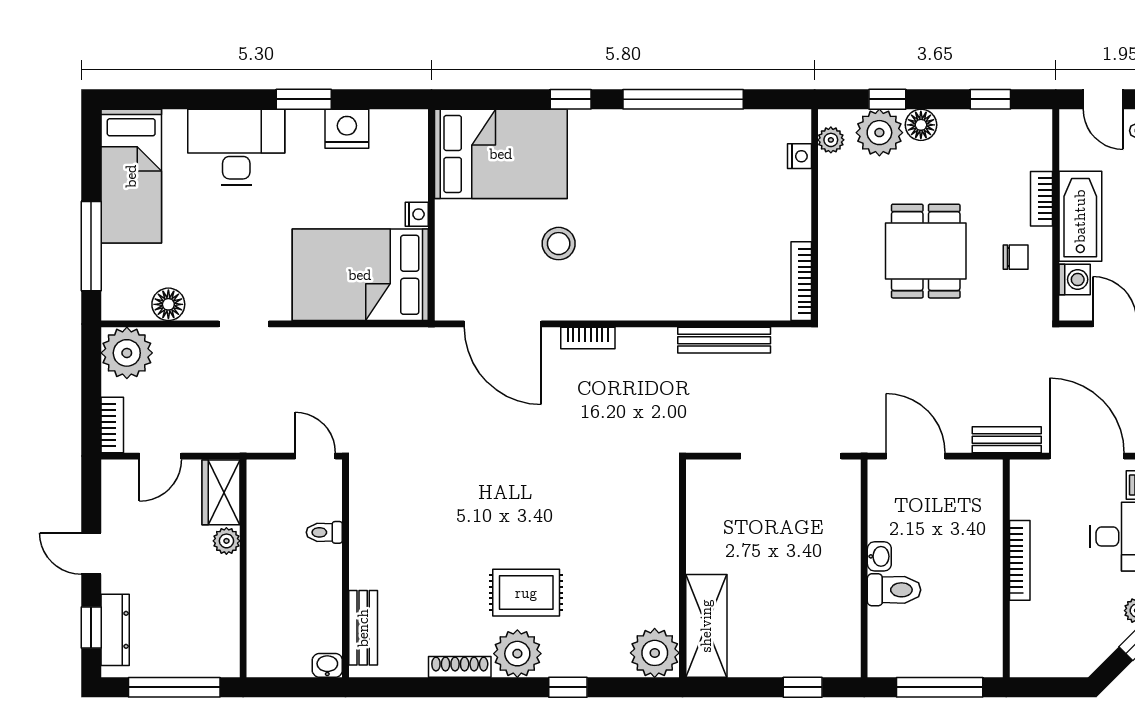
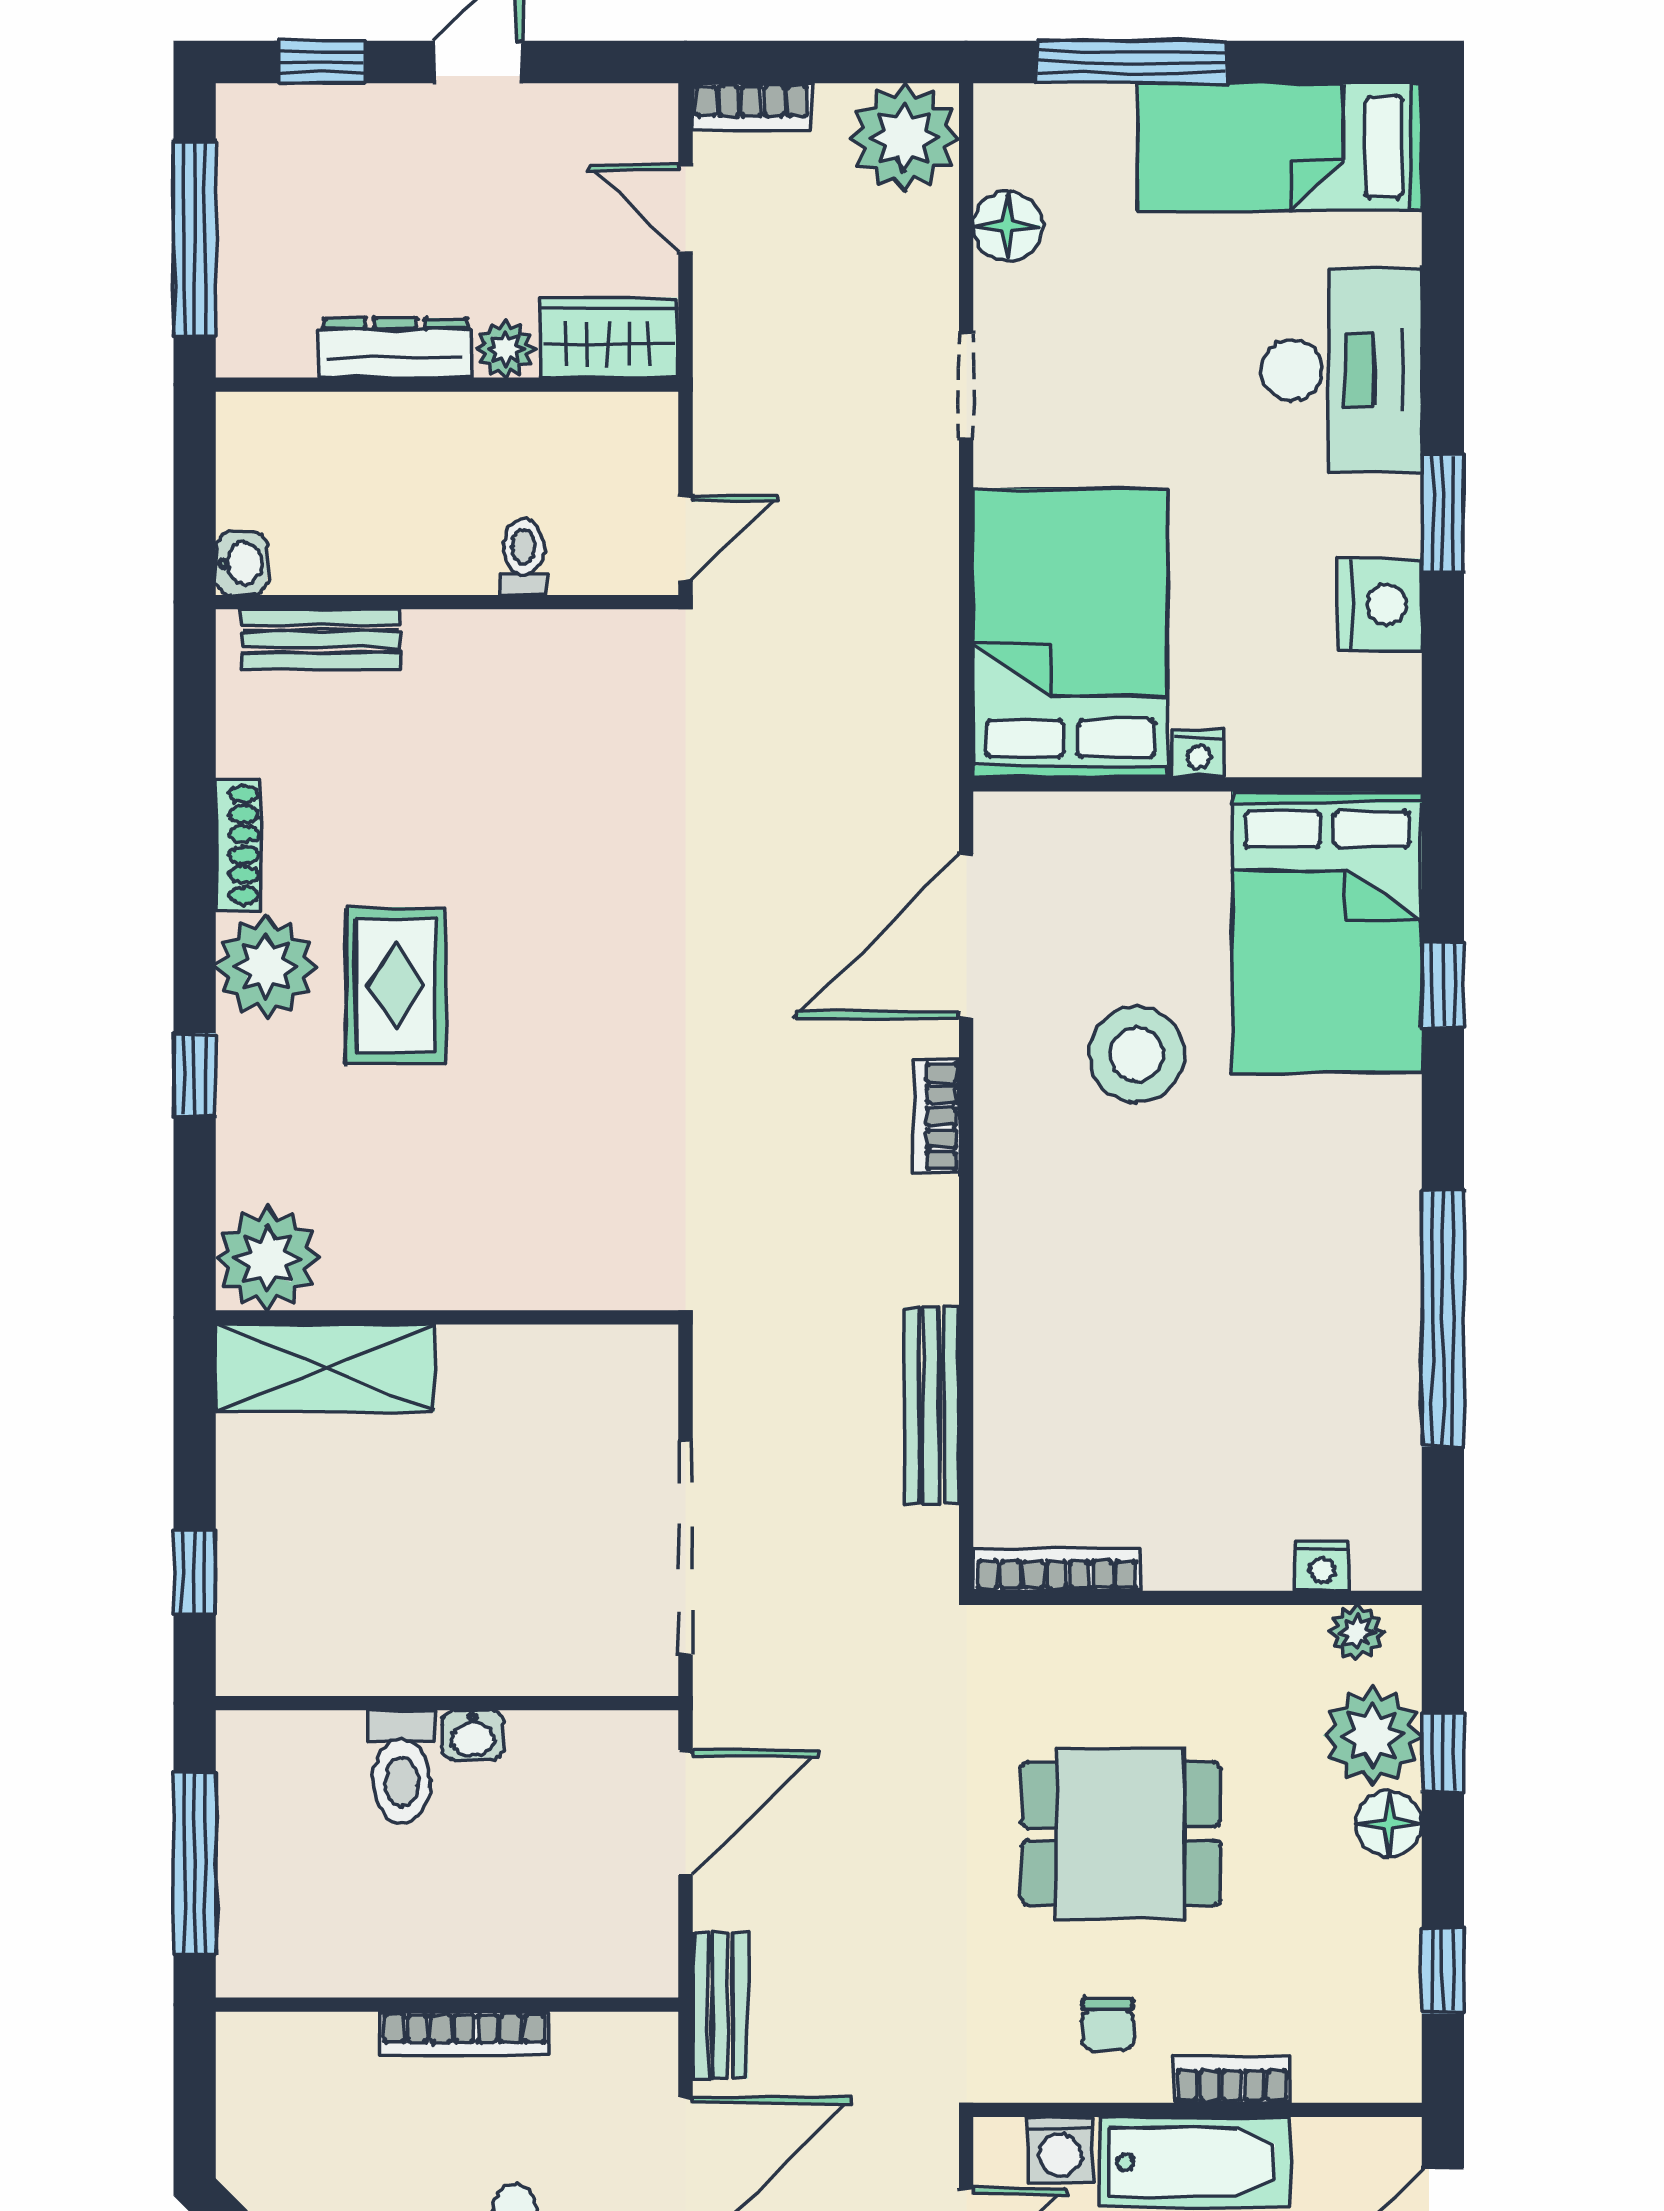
window: (571, 99) -> (1443, 984), moved
stool: (559, 244) -> (1137, 1054), width x1.38, depth x1.38
dresser: (115, 630) -> (395, 348), moved, turned 180

